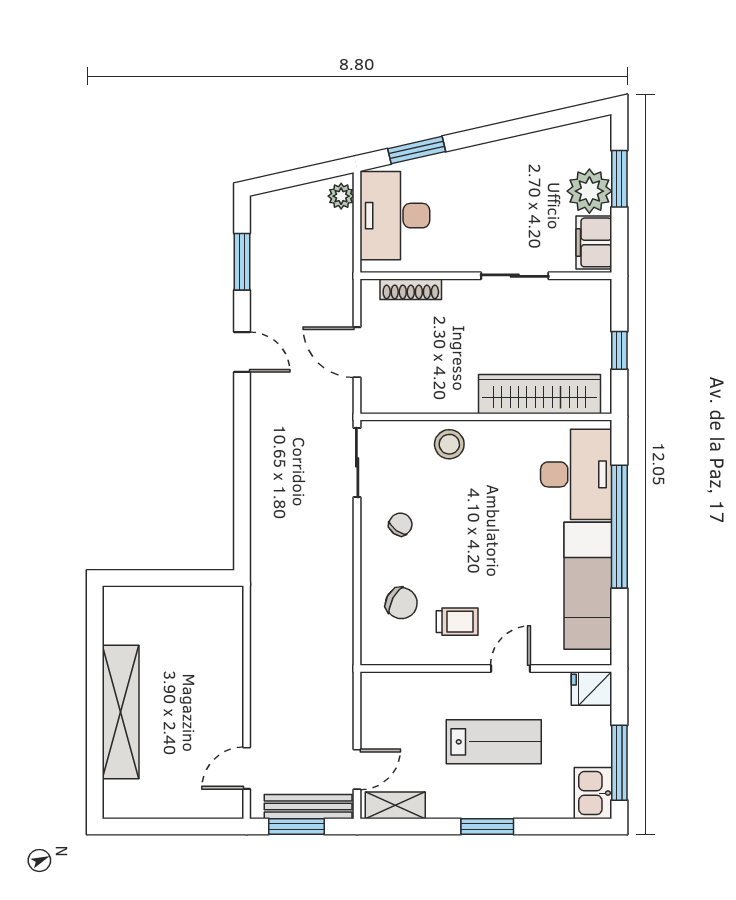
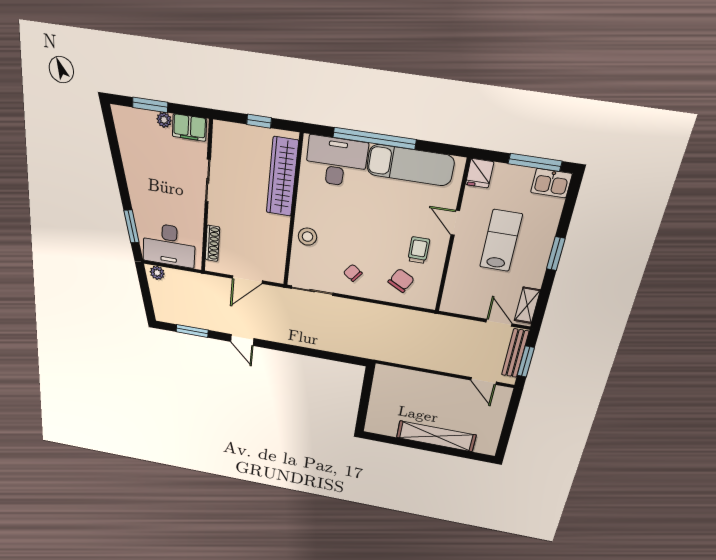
plant: (589, 191) -> (164, 120), width x0.53, depth x0.53
door: (242, 352) -> (242, 340), swing flipped

